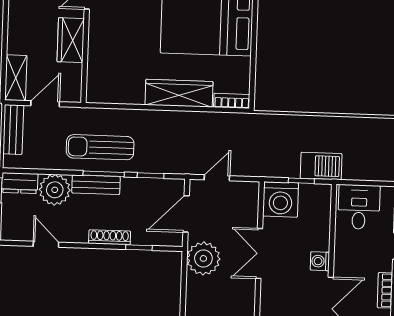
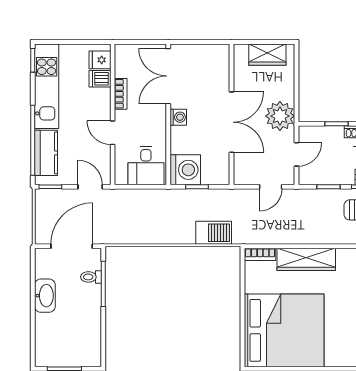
barbecue: (321, 166) -> (214, 233), moved, turned 180
washing machine: (281, 199) -> (185, 170), moved, turned 90
door: (186, 214) -> (296, 154), width x0.73
double door: (259, 254) -> (231, 122), width x1.37

